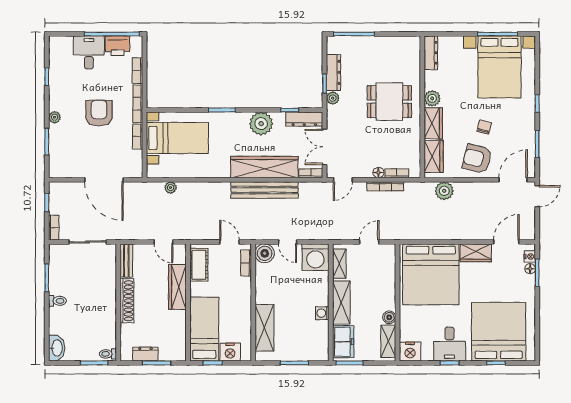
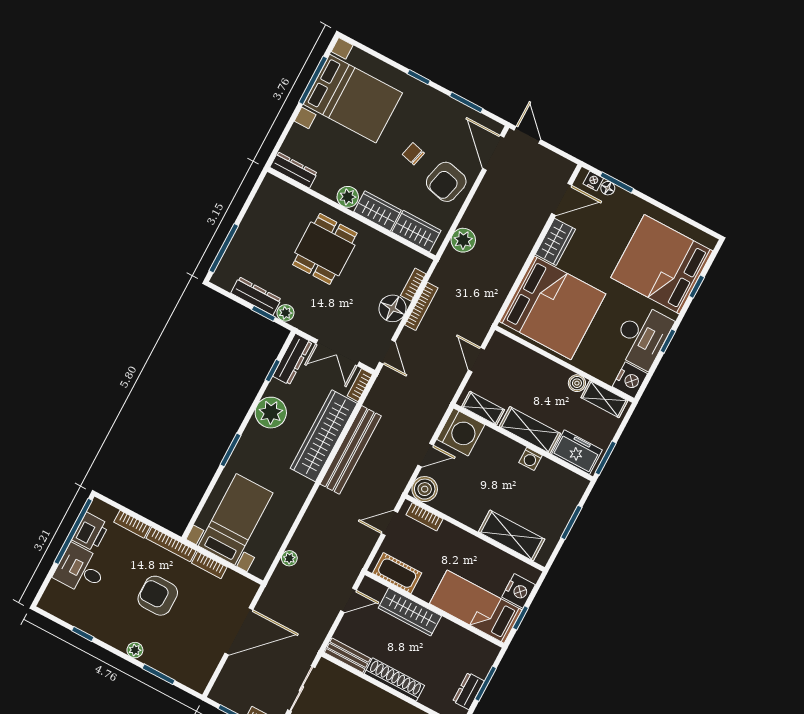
floor lamp: (378, 173) -> (392, 308), width x1.89, depth x1.89
door: (506, 242) -> (562, 199), swing flipped
desk: (450, 344) -> (642, 336), width x1.37

